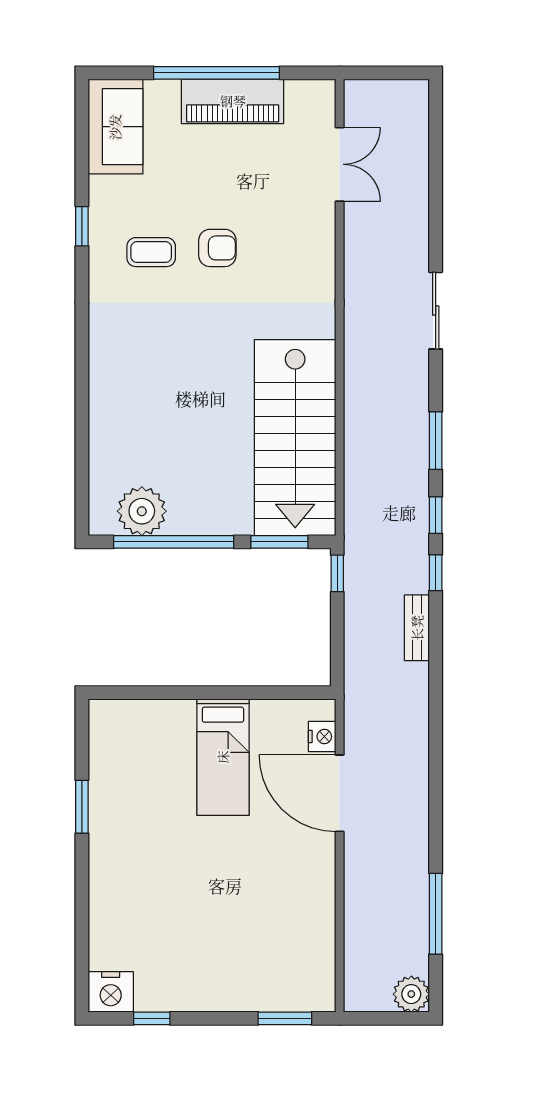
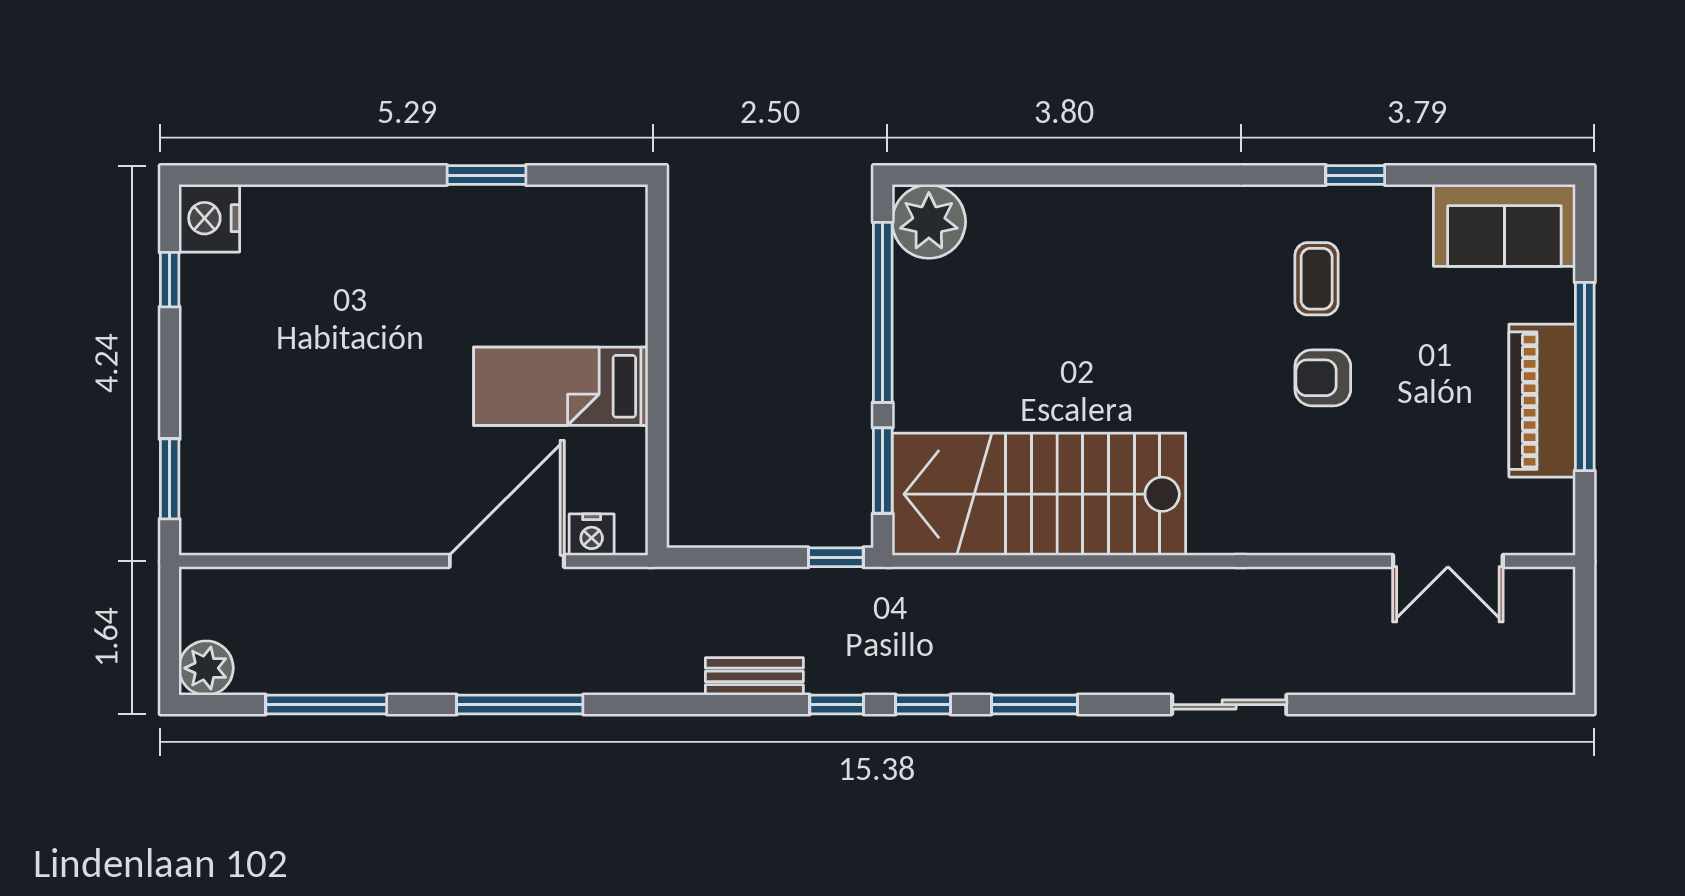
armchair: (217, 248) -> (1323, 378), turned 90
plant: (142, 511) -> (929, 222), moved
window: (436, 785) -> (520, 705), added

